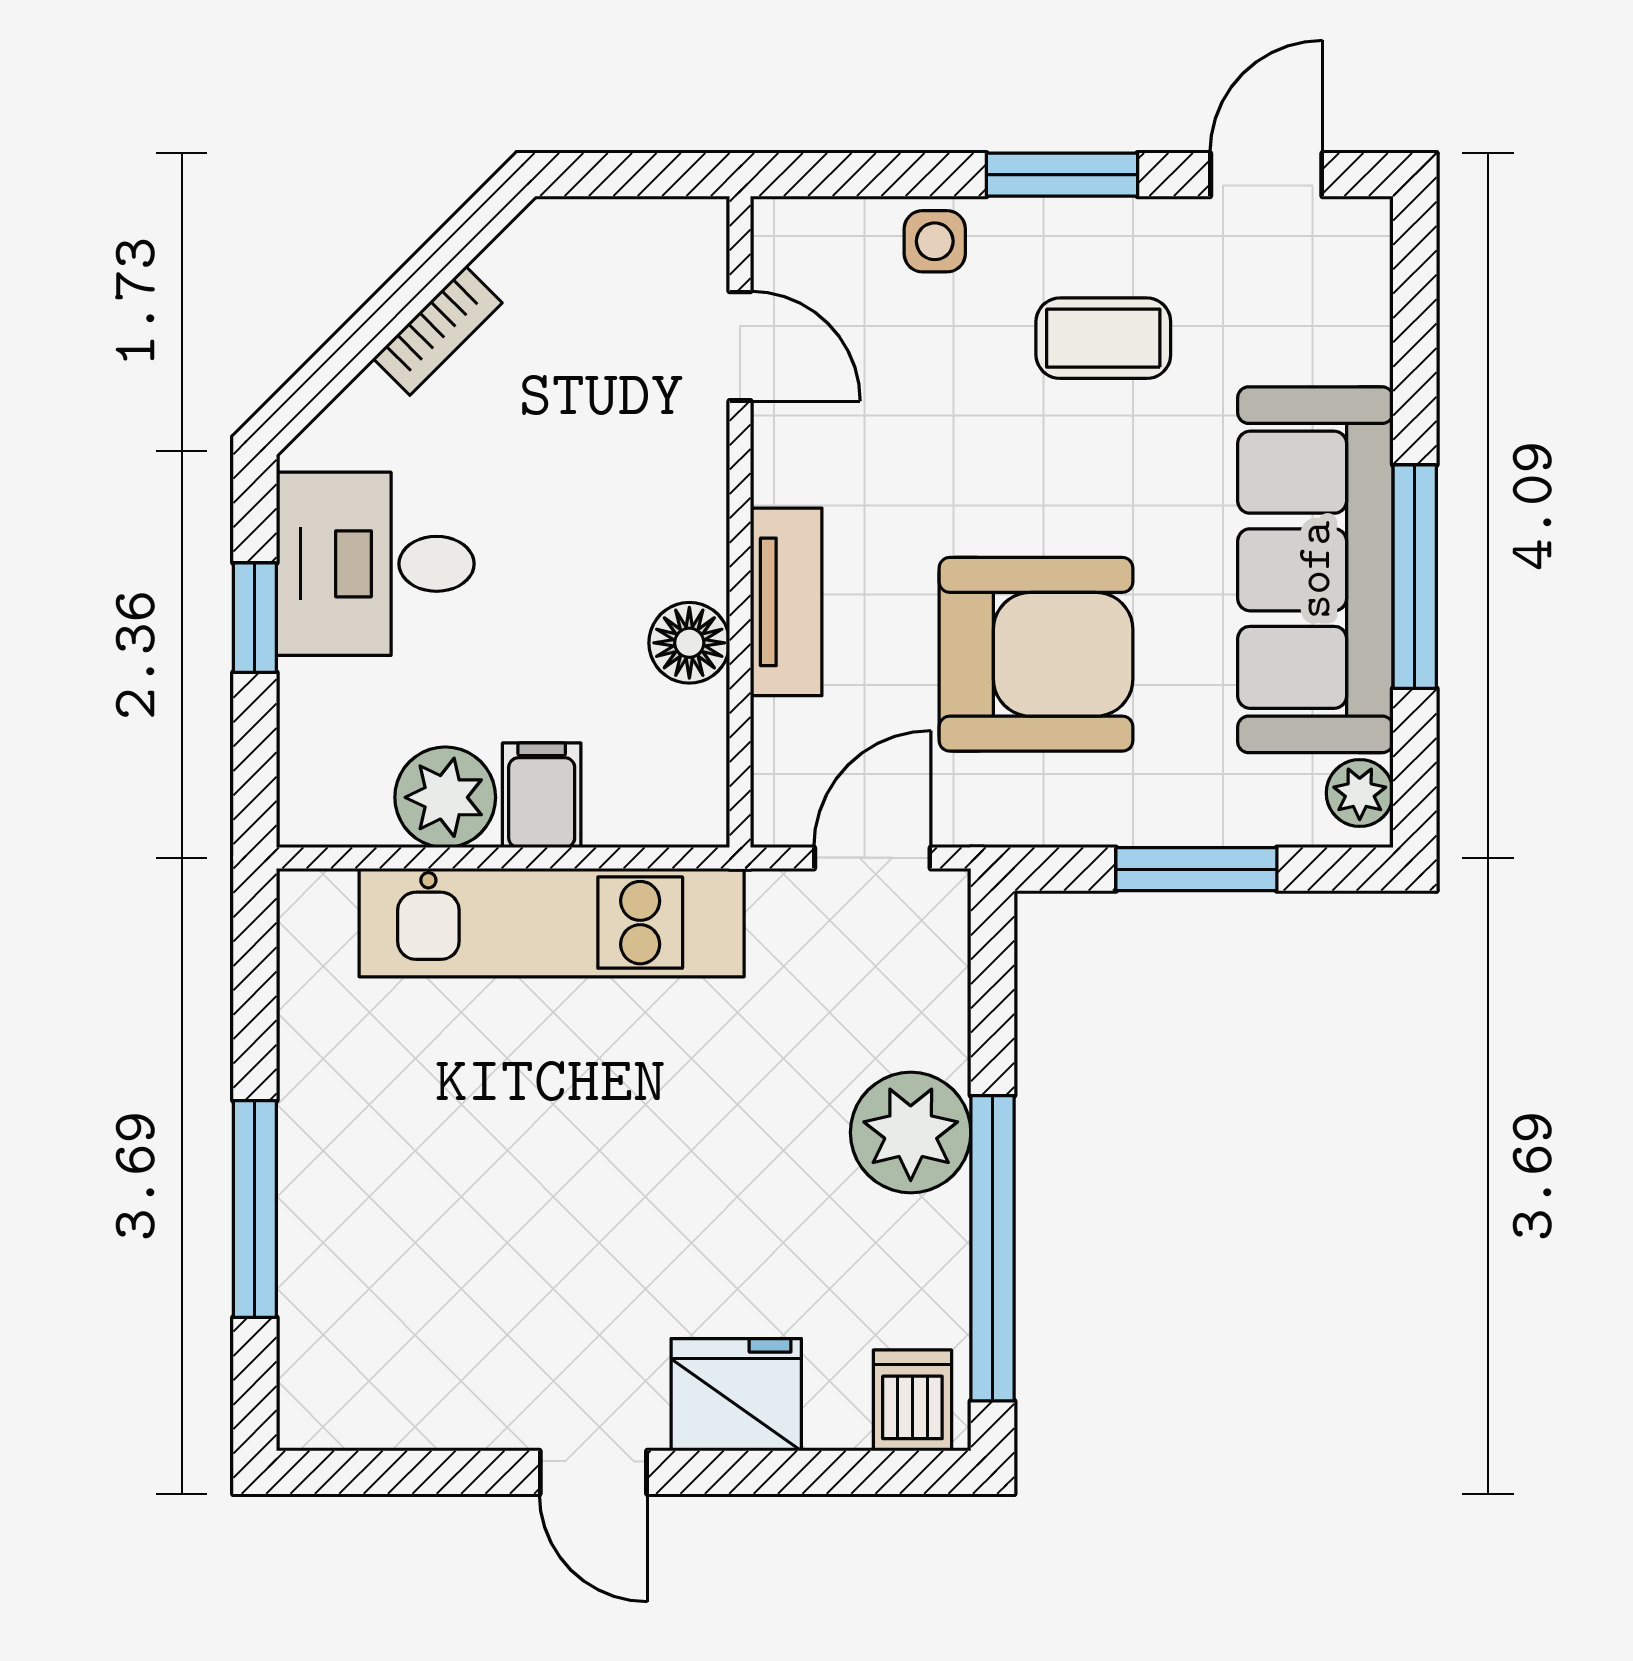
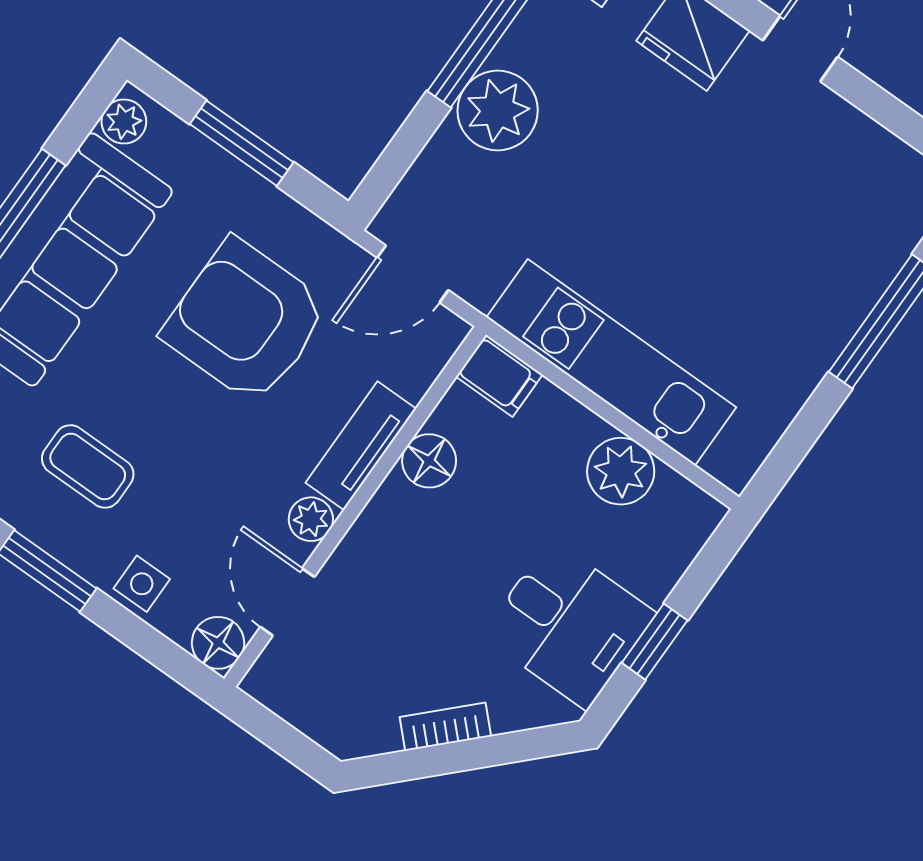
floor lamp: (790, 235) -> (218, 643), added
plant: (783, 468) -> (311, 519), added
filing cabinet: (542, 795) -> (499, 376), moved, turned -90

